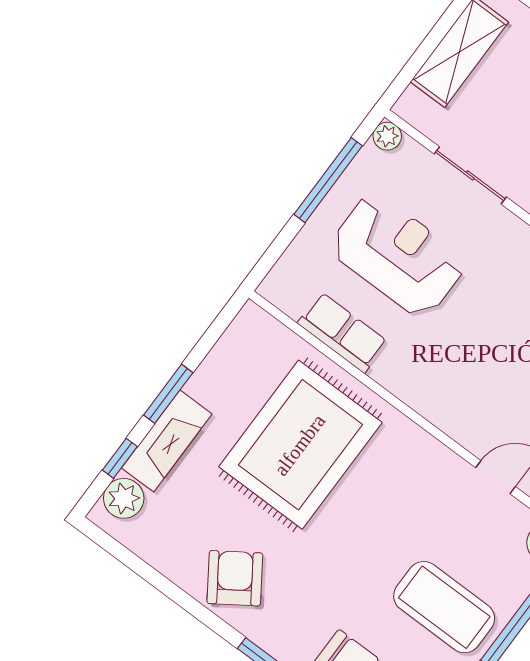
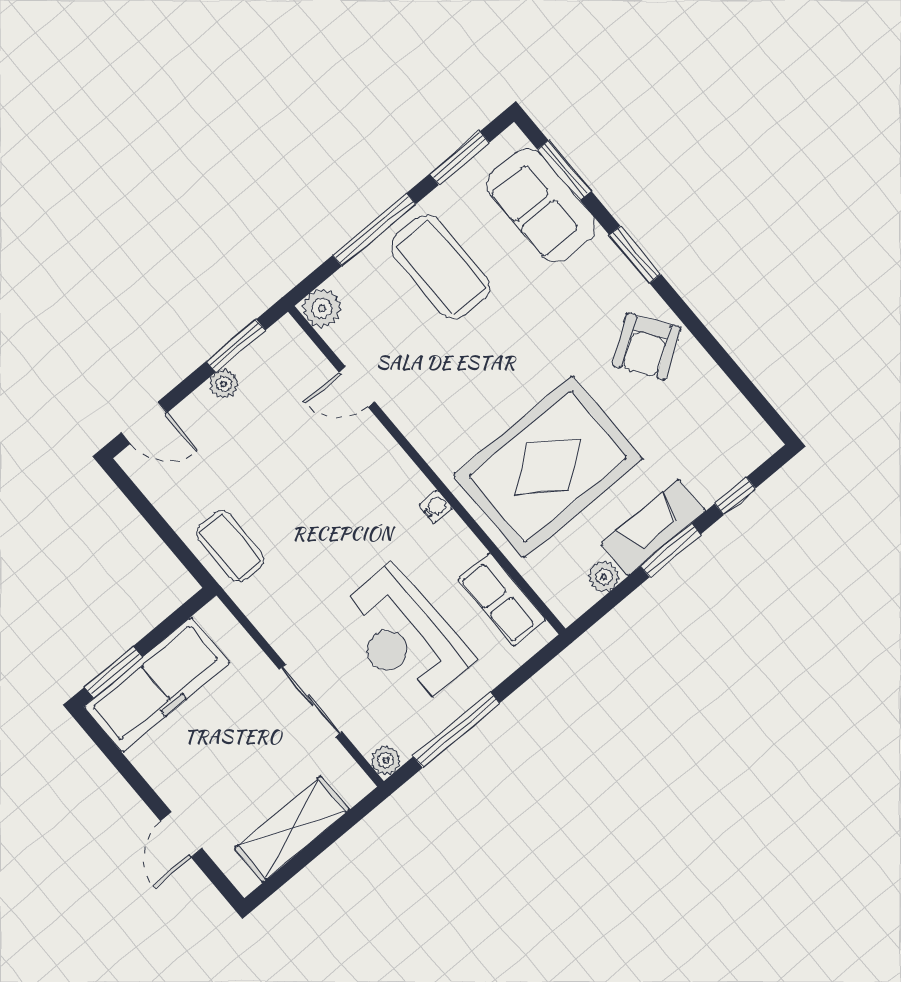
row of seats: (343, 332) -> (502, 600), moved
water cooler: (396, 383) -> (436, 507), added
fireplace: (167, 441) -> (653, 528), moved
plant: (124, 498) -> (604, 577), moved, width x0.73, depth x0.73

